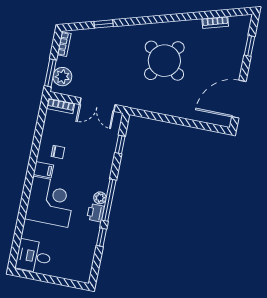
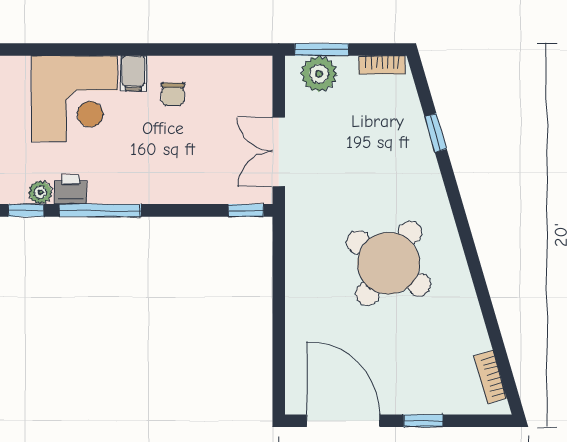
bookcase: (215, 22) -> (490, 377), moved
window: (249, 46) -> (423, 421), moved
bookcase: (61, 106) -> (262, 82), removed
window: (120, 144) -> (246, 210), moved
plant: (100, 198) -> (40, 192), moved

